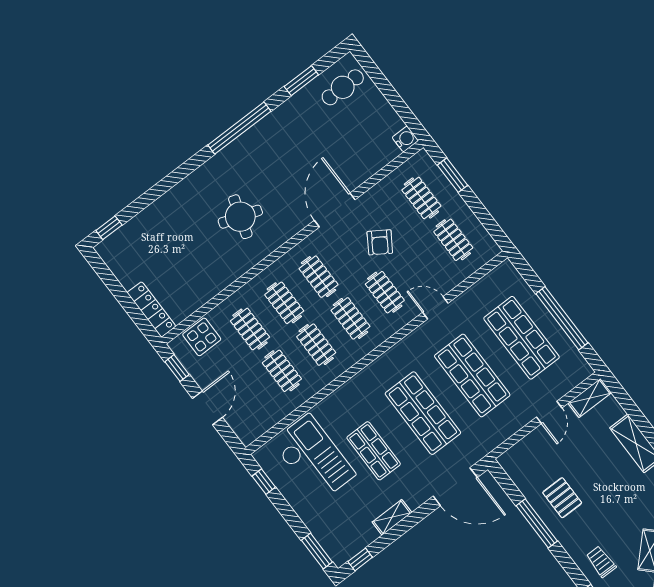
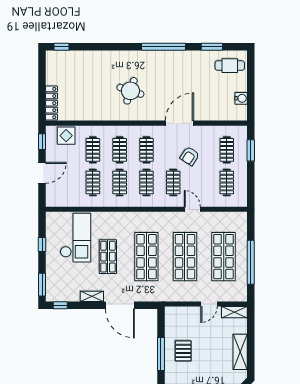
water cooler: (405, 139) -> (241, 98), moved
window: (264, 482) -> (42, 245), moved
door: (455, 487) -> (120, 305), moved

